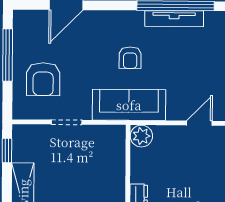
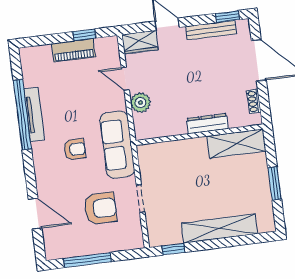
armchair: (43, 79) -> (100, 208), moved
plant: (141, 136) -> (141, 103), moved

